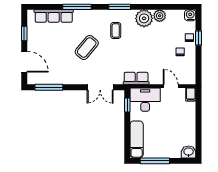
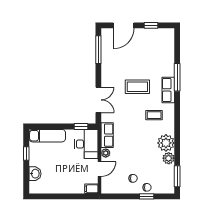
window: (120, 7) -> (177, 176), moved
water cooler: (190, 15) -> (169, 188), removed
row of seats: (54, 16) -> (168, 90), moved, width x0.68
coffee table: (87, 47) -> (137, 87), turned -40
plant: (154, 80) -> (106, 153), added
double door: (100, 87) -> (98, 100), swing flipped
washbasin: (189, 152) -> (35, 174), moved
window: (155, 161) -> (26, 154), width x0.46

